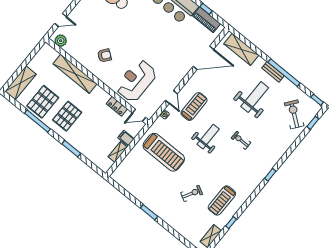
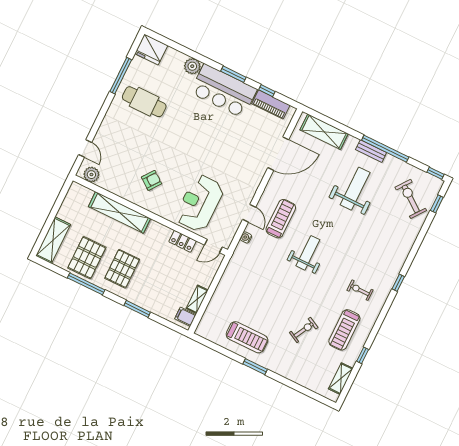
door: (61, 20) -> (85, 148), hinge flipped
filing cabinet: (126, 138) -> (185, 317), moved
exercise bike: (241, 140) -> (360, 290), moved
treadmill: (164, 152) -> (247, 337), moved, width x0.73, depth x0.73

